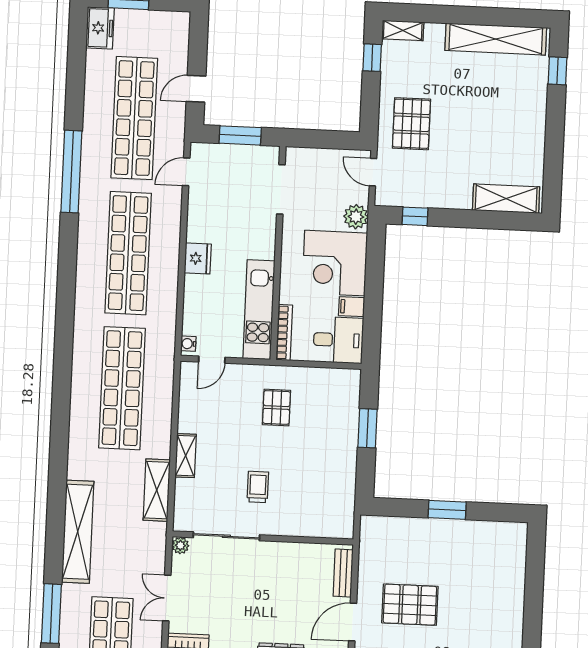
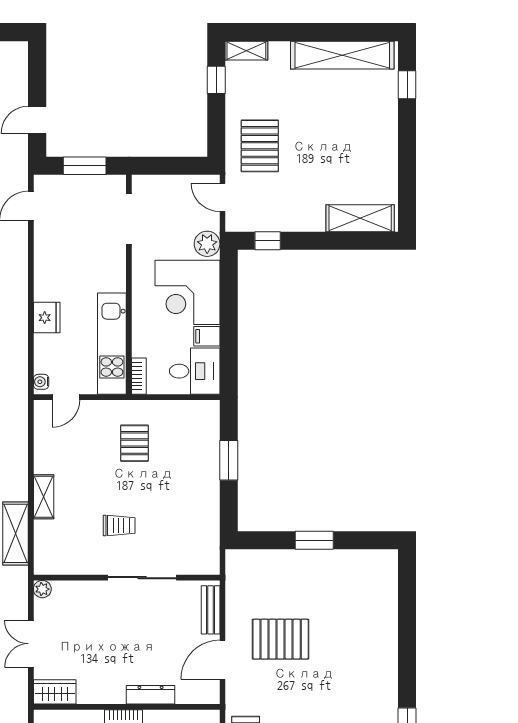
fridge: (198, 258) -> (47, 318), moved
bookcase: (284, 332) -> (139, 376), width x0.64
trolley: (258, 487) -> (119, 526), turned 90
sliding door: (226, 536) -> (142, 578), moved

